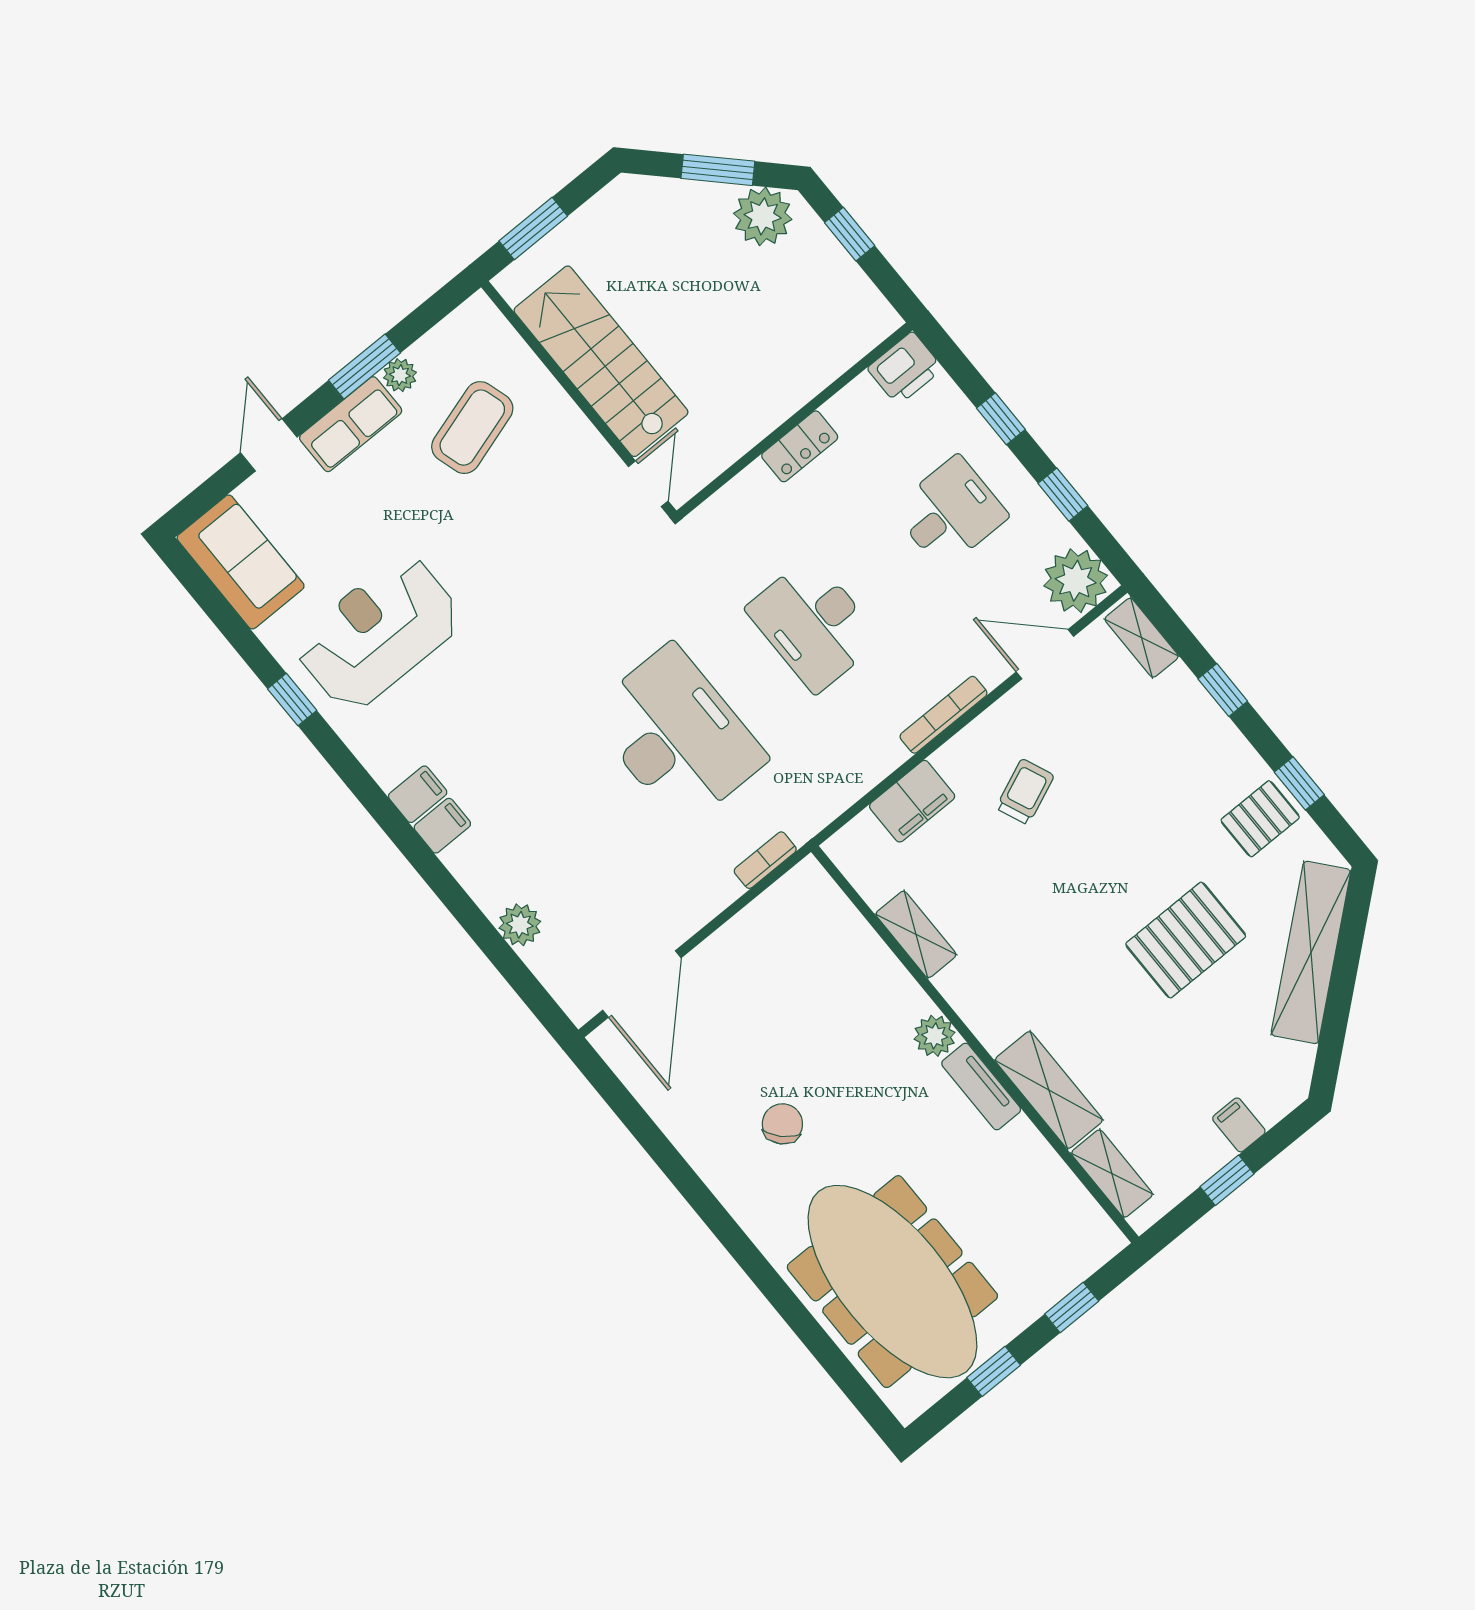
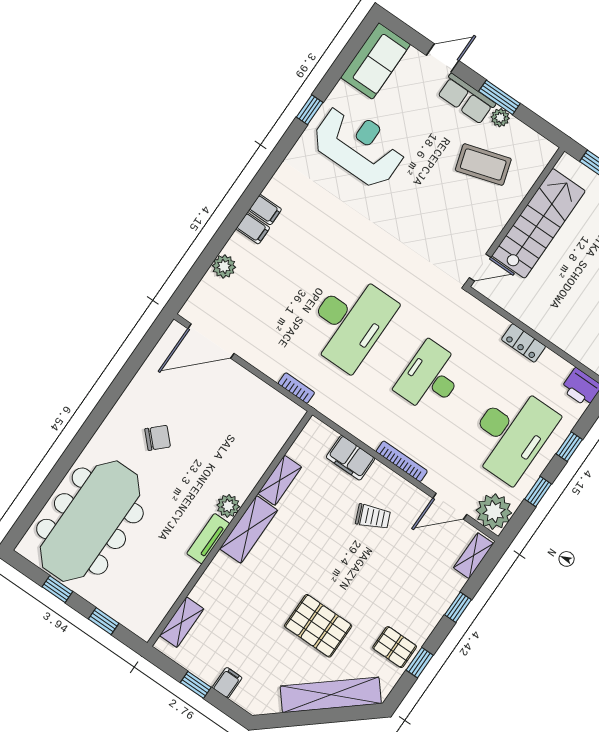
desk: (950, 513) -> (511, 434), width x1.87, depth x1.30
door: (1045, 654) -> (450, 506), swing flipped
filing cabinet: (418, 794) -> (253, 228), moved
shelving: (1049, 1090) -> (249, 529), moved

